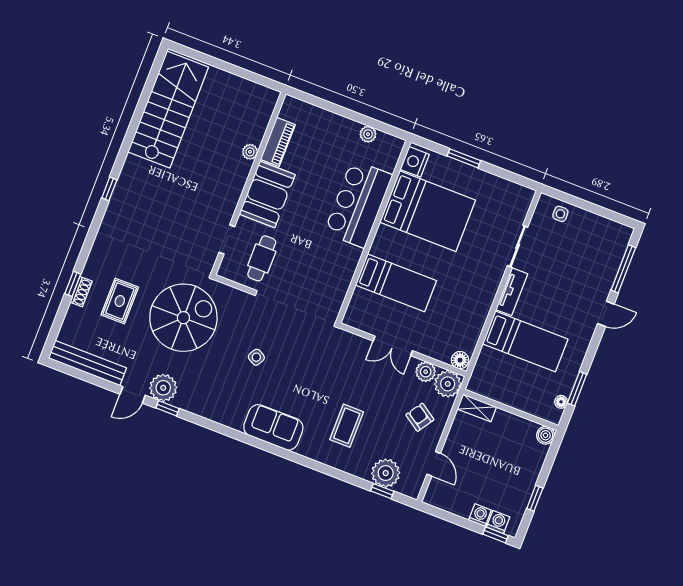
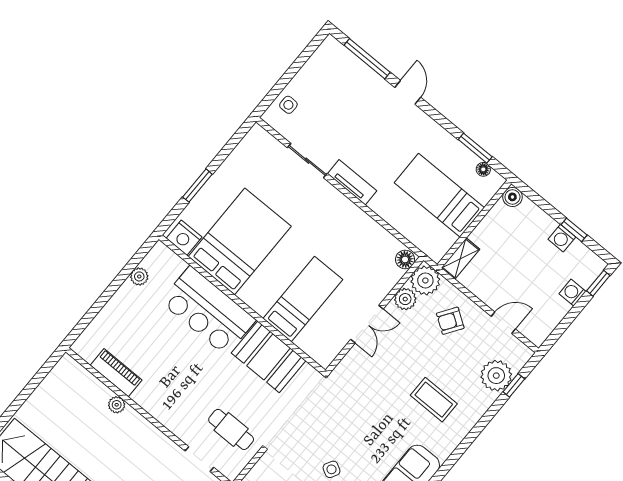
booth: (267, 194) -> (268, 357), moved
bed: (525, 341) -> (439, 195), moved, turned -90
washing machine: (498, 522) -> (562, 238), moved, turned -90

